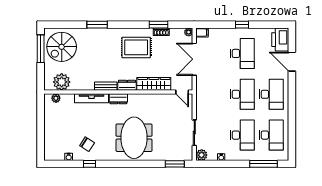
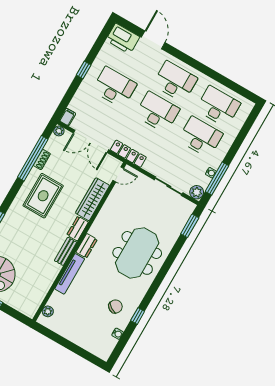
window: (158, 25) -> (33, 158), width x2.11
door: (292, 62) -> (153, 40), swing flipped
plant: (62, 82) -> (34, 295), removed
locker: (201, 91) -> (128, 154), added
meeting table: (134, 138) -> (137, 253), turned 90
window: (263, 164) -> (217, 179), moved

